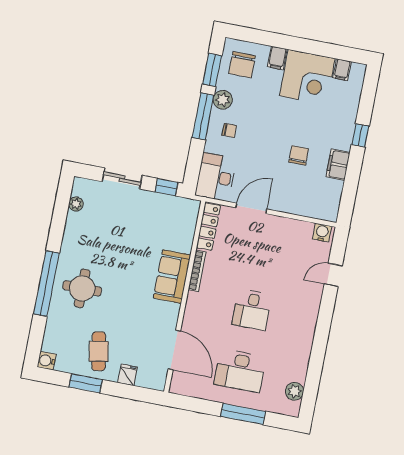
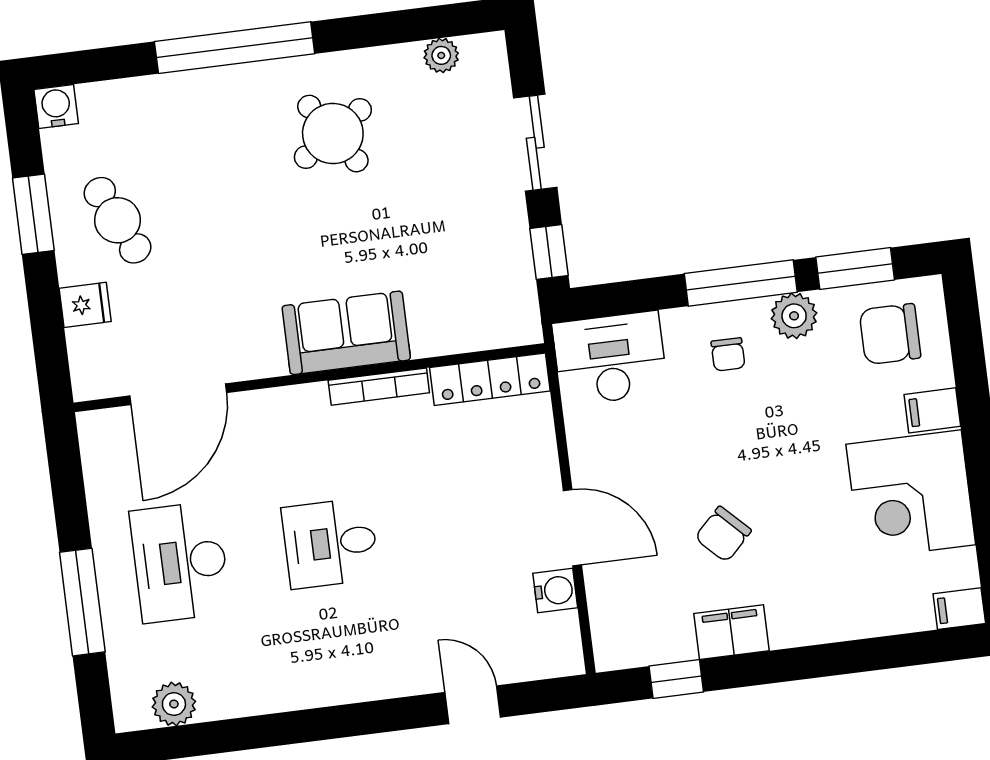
filing cabinet: (342, 70) -> (959, 609), moved
window: (360, 135) -> (676, 679), moved
chair: (299, 155) -> (723, 534), turned 135
door: (251, 208) -> (572, 528), moved
water cooler: (322, 233) -> (555, 591), moved
round table: (82, 288) -> (333, 134), moved, turned -34
cafe table: (99, 351) -> (117, 220), turned 75

